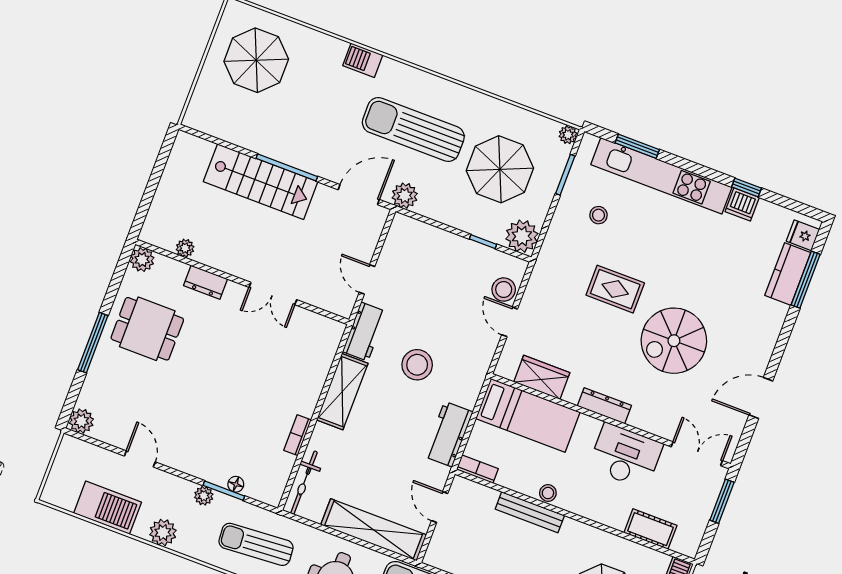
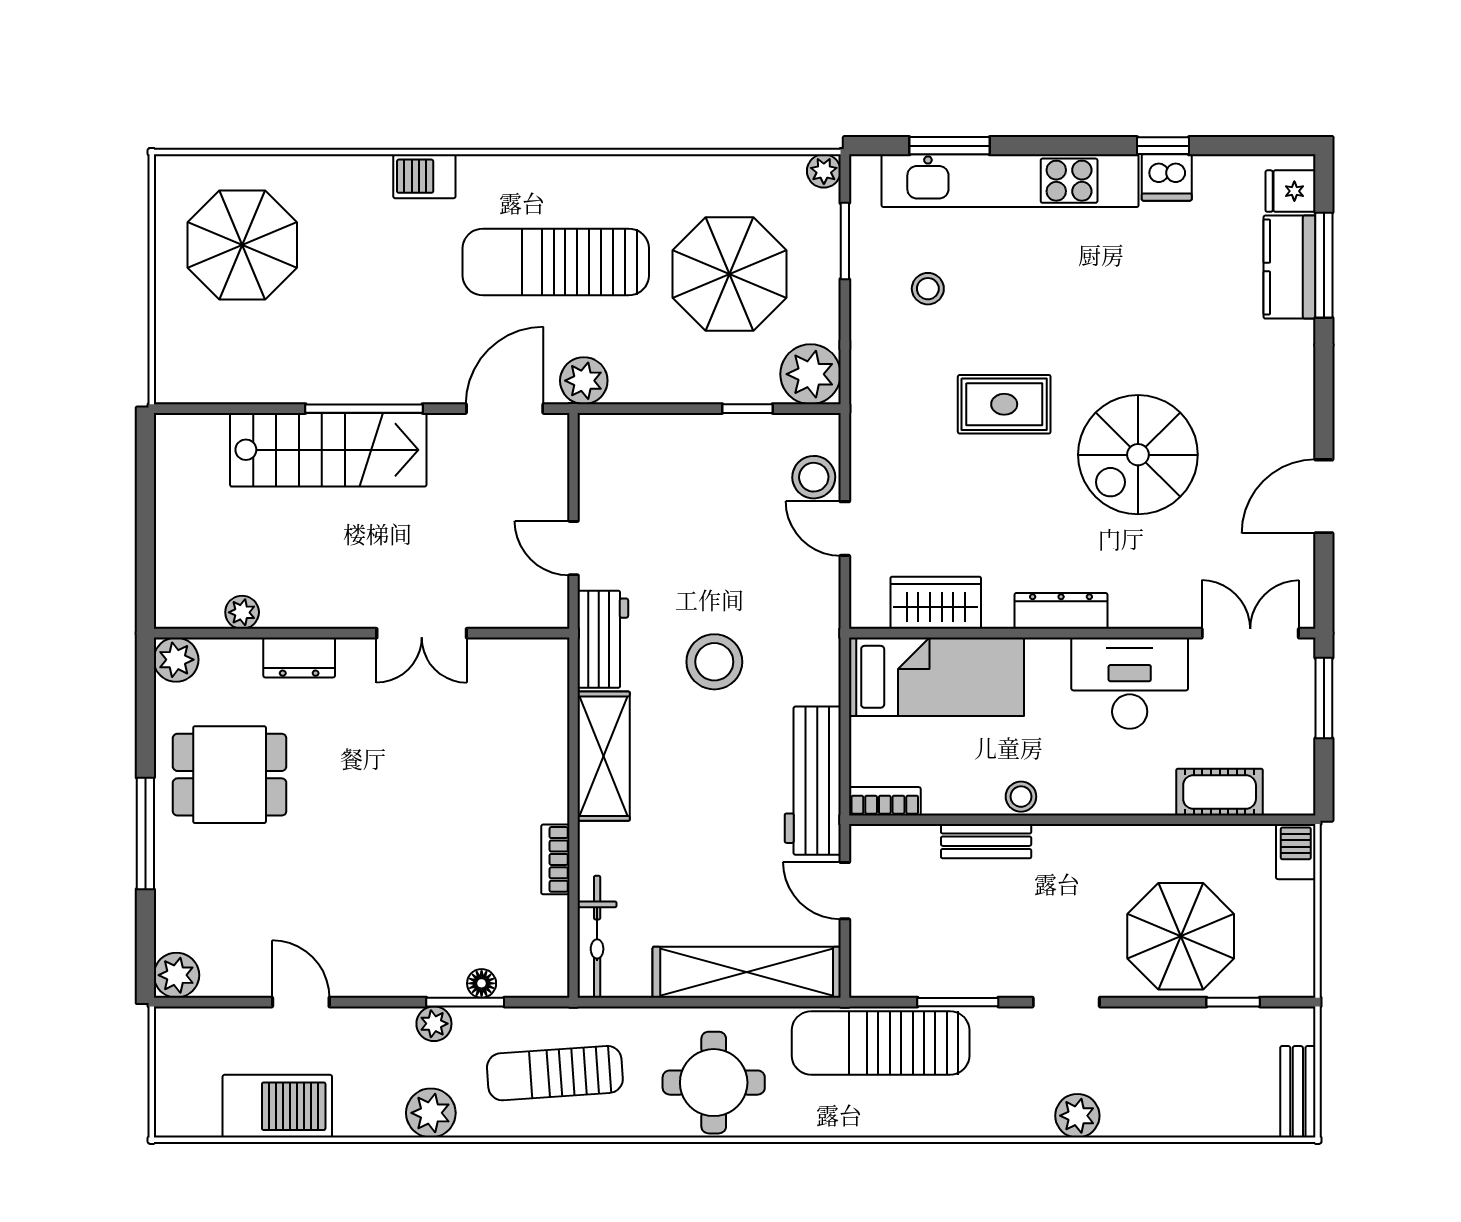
workbench: (448, 434) -> (813, 781), width x1.38
bench: (530, 512) -> (986, 841), width x0.73
plant: (163, 533) -> (431, 1113), moved

